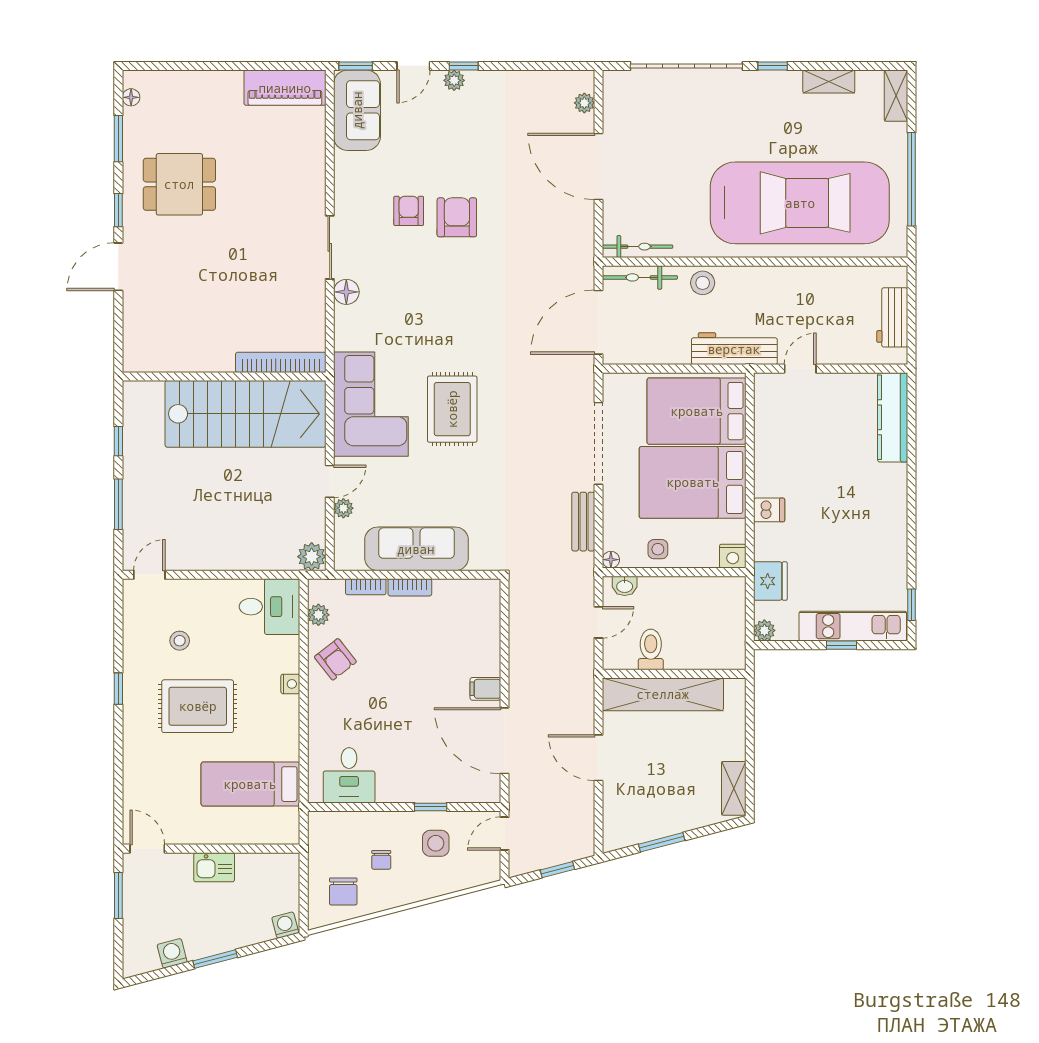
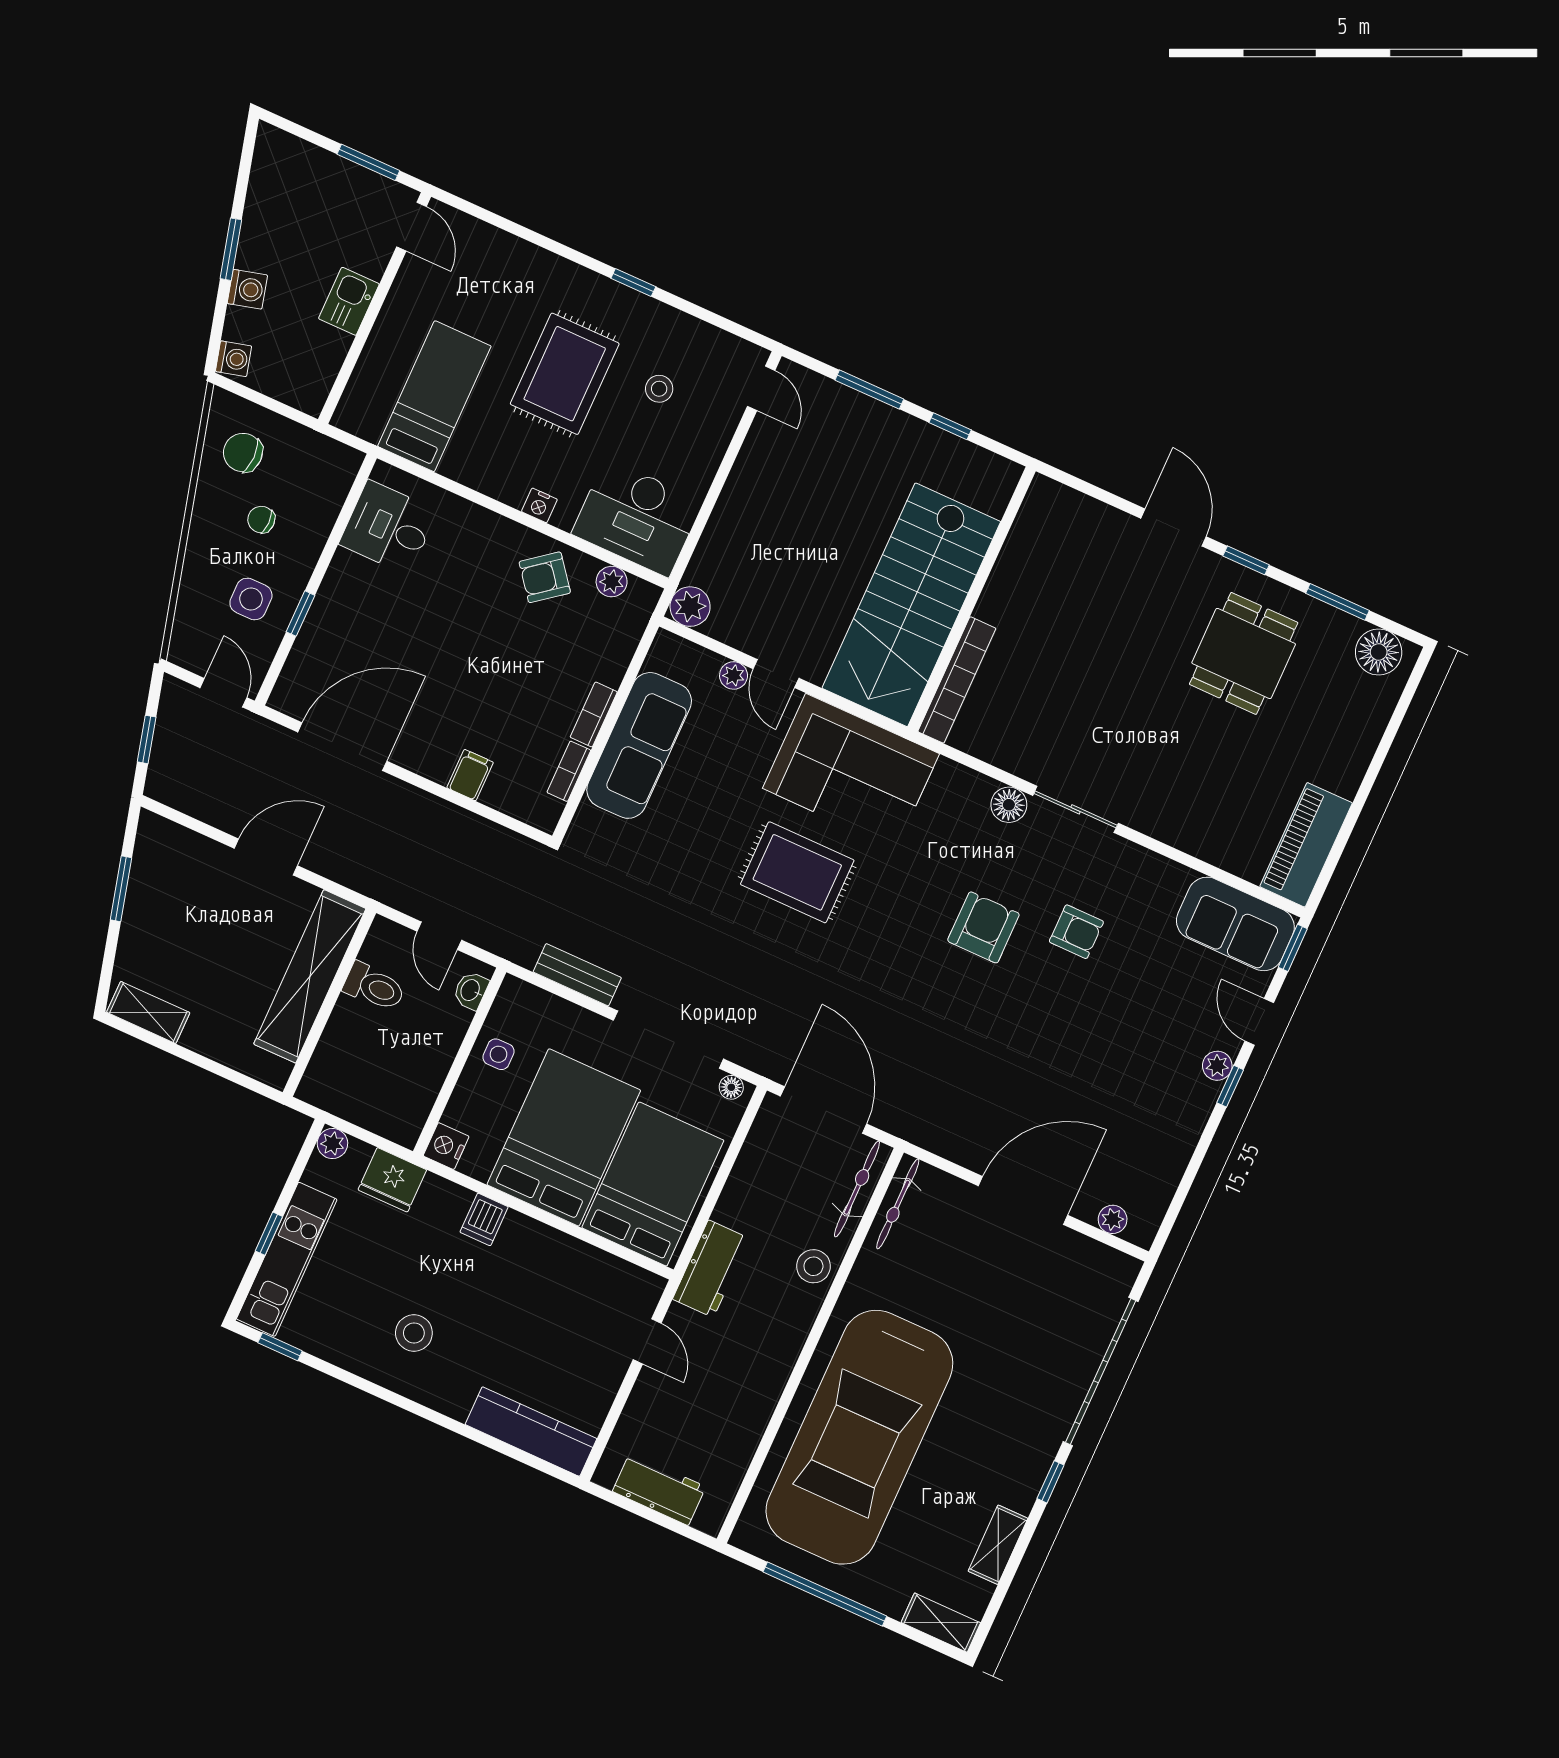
floor lamp: (131, 97) -> (1379, 652), width x1.89, depth x1.89
armchair: (457, 217) -> (983, 927), moved, turned -90
workbench: (734, 349) -> (711, 1269), width x0.73
stool: (863, 522) -> (414, 1333), added
floor lamp: (611, 560) -> (731, 1087), moved
bookcase: (366, 587) -> (569, 771), moved
desk: (270, 607) -> (637, 518), width x1.37
filing cabinet: (485, 689) -> (470, 775), moved
door: (147, 849) -> (412, 227), hinge flipped
washing machine: (172, 953) -> (247, 289), moved

